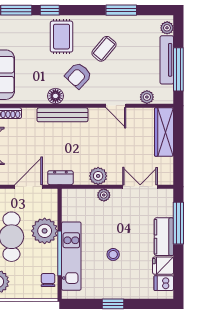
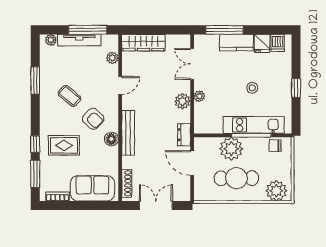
rug: (62, 37) -> (64, 145), moved

